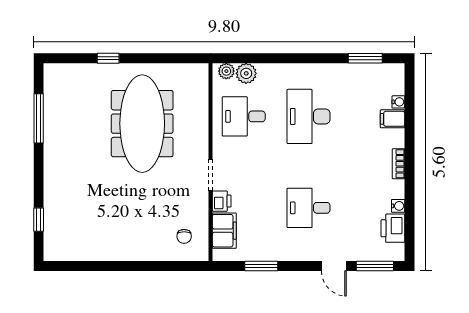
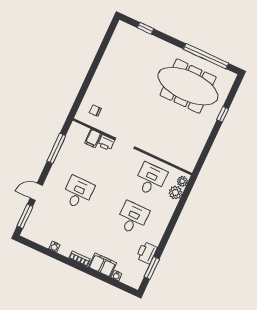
desk: (309, 116) -> (133, 218), width x0.73
window: (39, 118) -> (206, 56), width x1.46
filing cabinet: (393, 119) -> (103, 265), width x2.00
meeting table: (142, 124) -> (188, 86), moved
printer: (393, 228) -> (147, 253), moved, turned -90
filing cabinet: (224, 231) -> (93, 139), width x0.50
window: (261, 266) -> (56, 148), width x1.44

